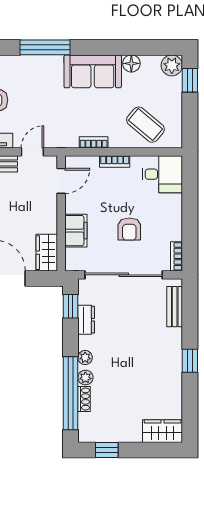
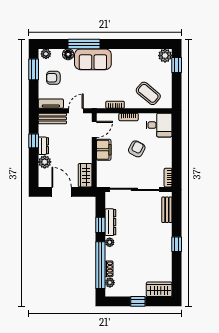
floor lamp: (131, 63) -> (68, 54), moved
sofa: (93, 71) -> (93, 59), moved
armchair: (129, 229) -> (137, 149), moved, turned -153
filing cabinet: (76, 231) -> (104, 150), moved
window: (70, 306) -> (100, 225), moved
dresser: (86, 320) -> (110, 222), width x1.44
plant: (85, 378) -> (110, 283), moved
window: (107, 450) -> (138, 301), moved

